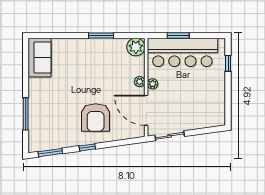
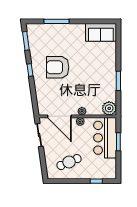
bar counter: (182, 52) -> (105, 138), width x0.73
cafe table: (204, 98) -> (69, 162), added
door: (146, 110) -> (59, 116), swing flipped
armchair: (96, 118) -> (58, 67), moved

